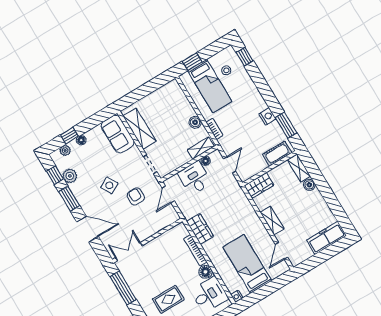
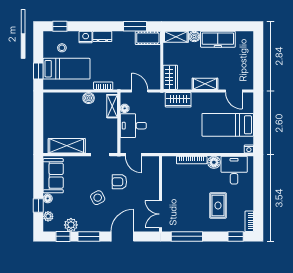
dresser: (259, 101) -> (102, 36), added
nightstand: (267, 116) -> (86, 37), moved
sofa: (118, 134) -> (53, 176), moved, turned -90
cot: (277, 154) -> (148, 38), moved, turned 90
wardrobe: (200, 229) -> (178, 100), moved, turned 180
freezer: (326, 238) -> (218, 39), moved, turned -90

